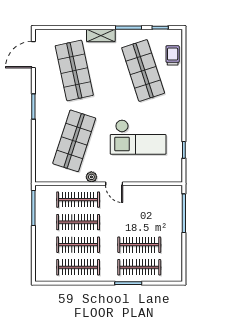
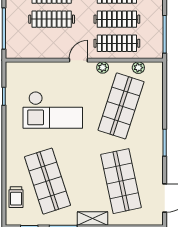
checkout: (138, 137) -> (53, 110), turned 180
plant: (58, 177) -> (138, 68), added
door: (114, 184) -> (78, 60), hinge flipped
clothes rail: (139, 222) -> (52, 19), added

